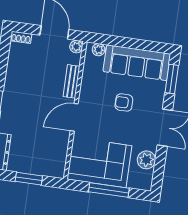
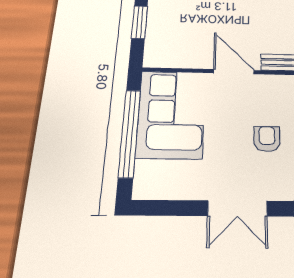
plant: (146, 160) -> (182, 185), removed
window: (109, 190) -> (130, 133), width x1.46

